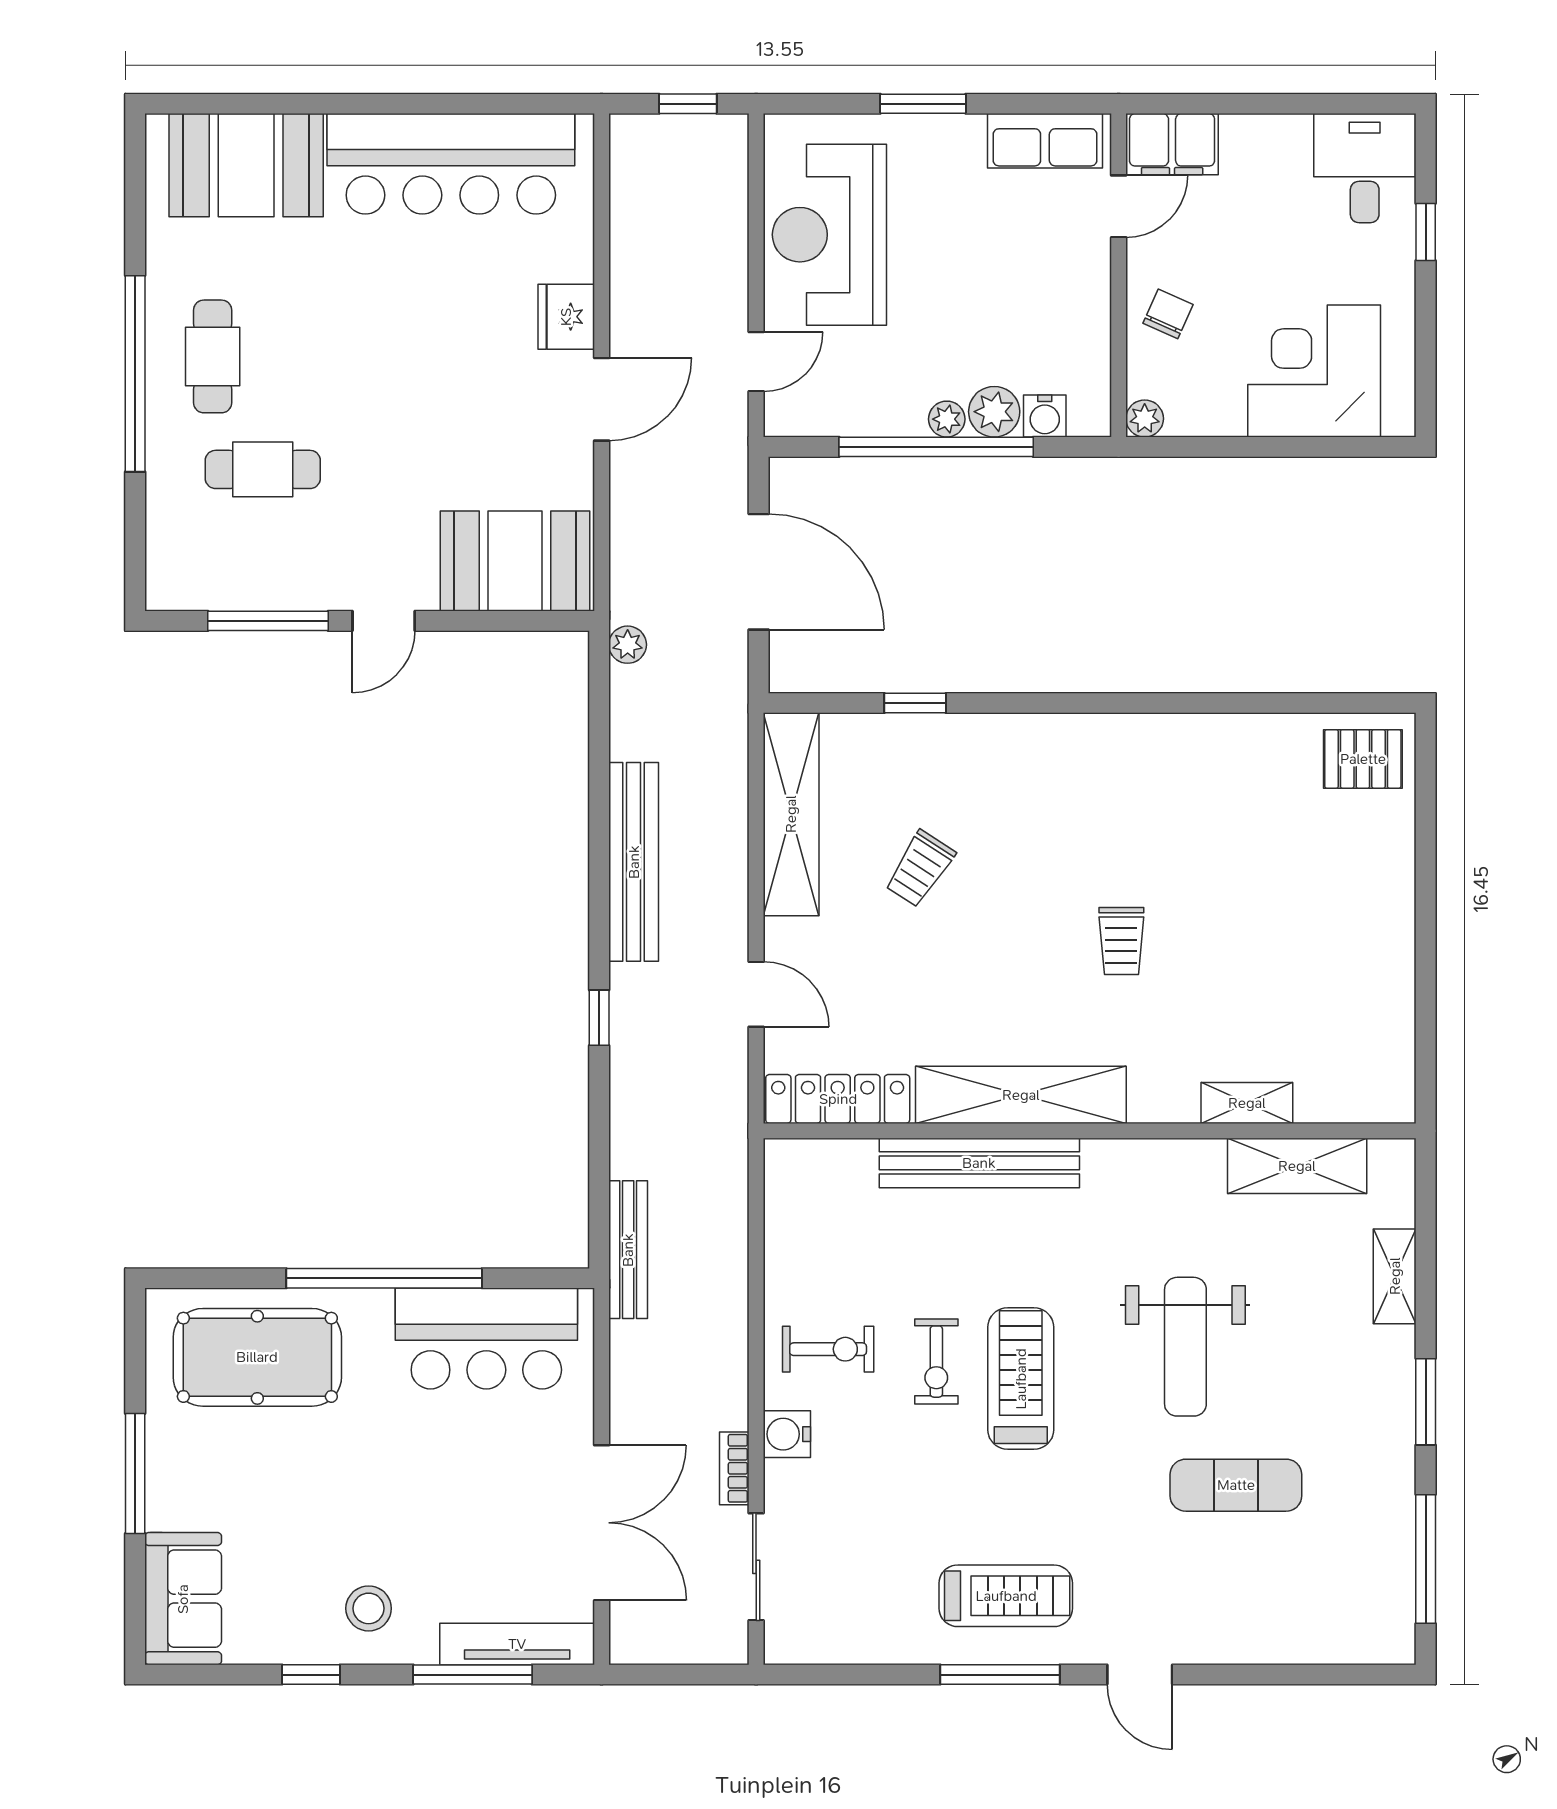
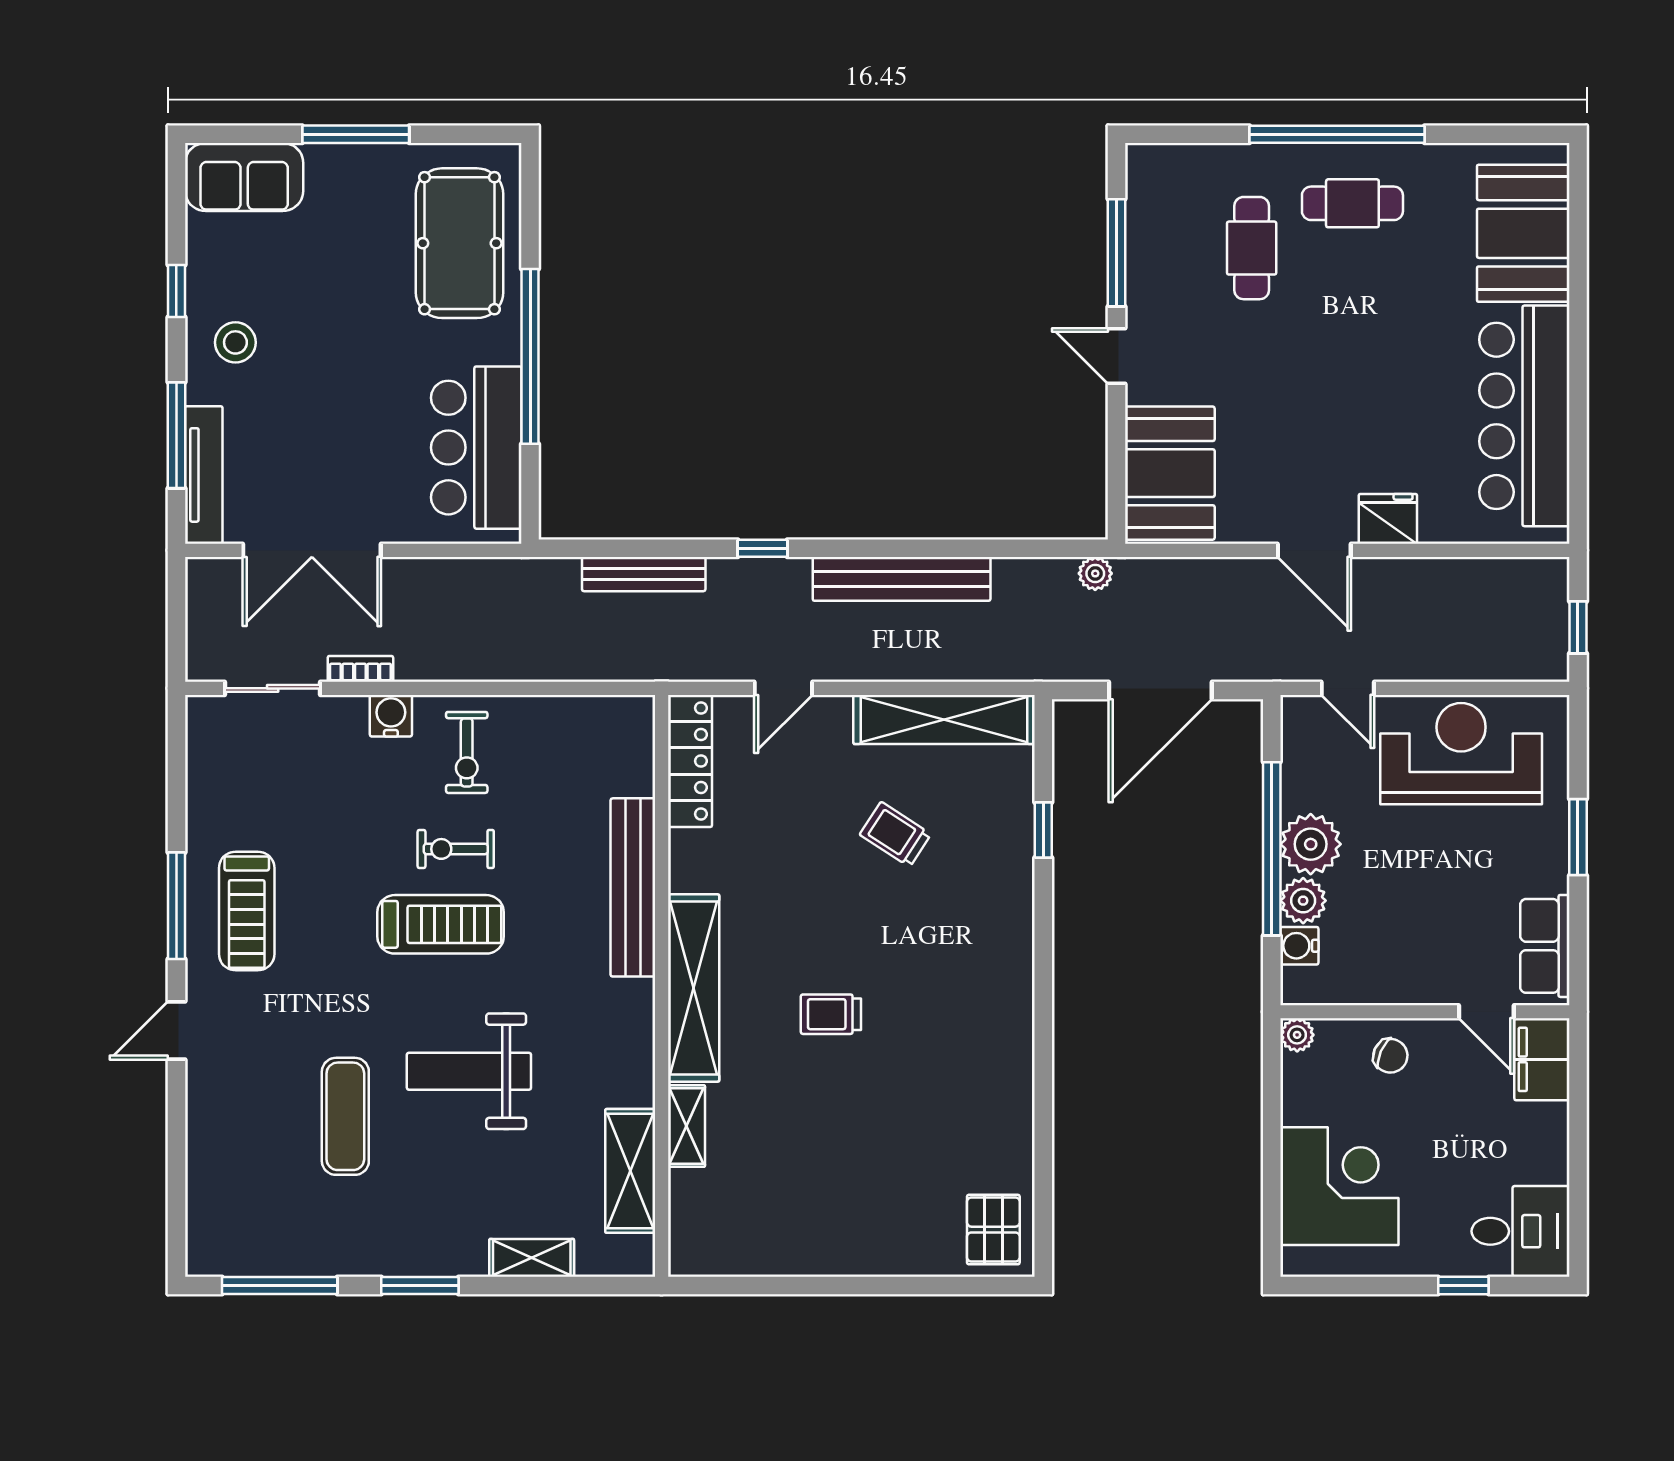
plant: (947, 419) -> (1311, 844), width x1.88, depth x1.88
shelving: (1021, 1095) -> (694, 988), moved
bench: (628, 1250) -> (644, 574), moved

